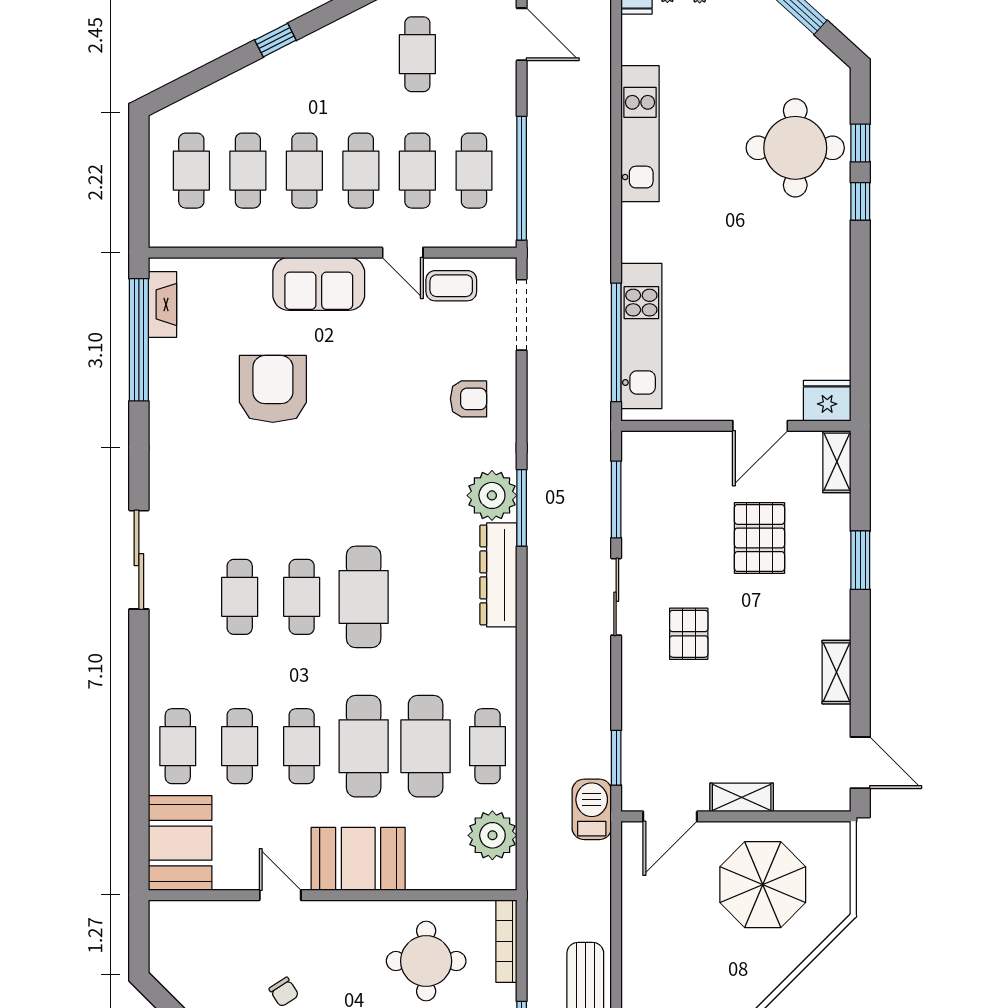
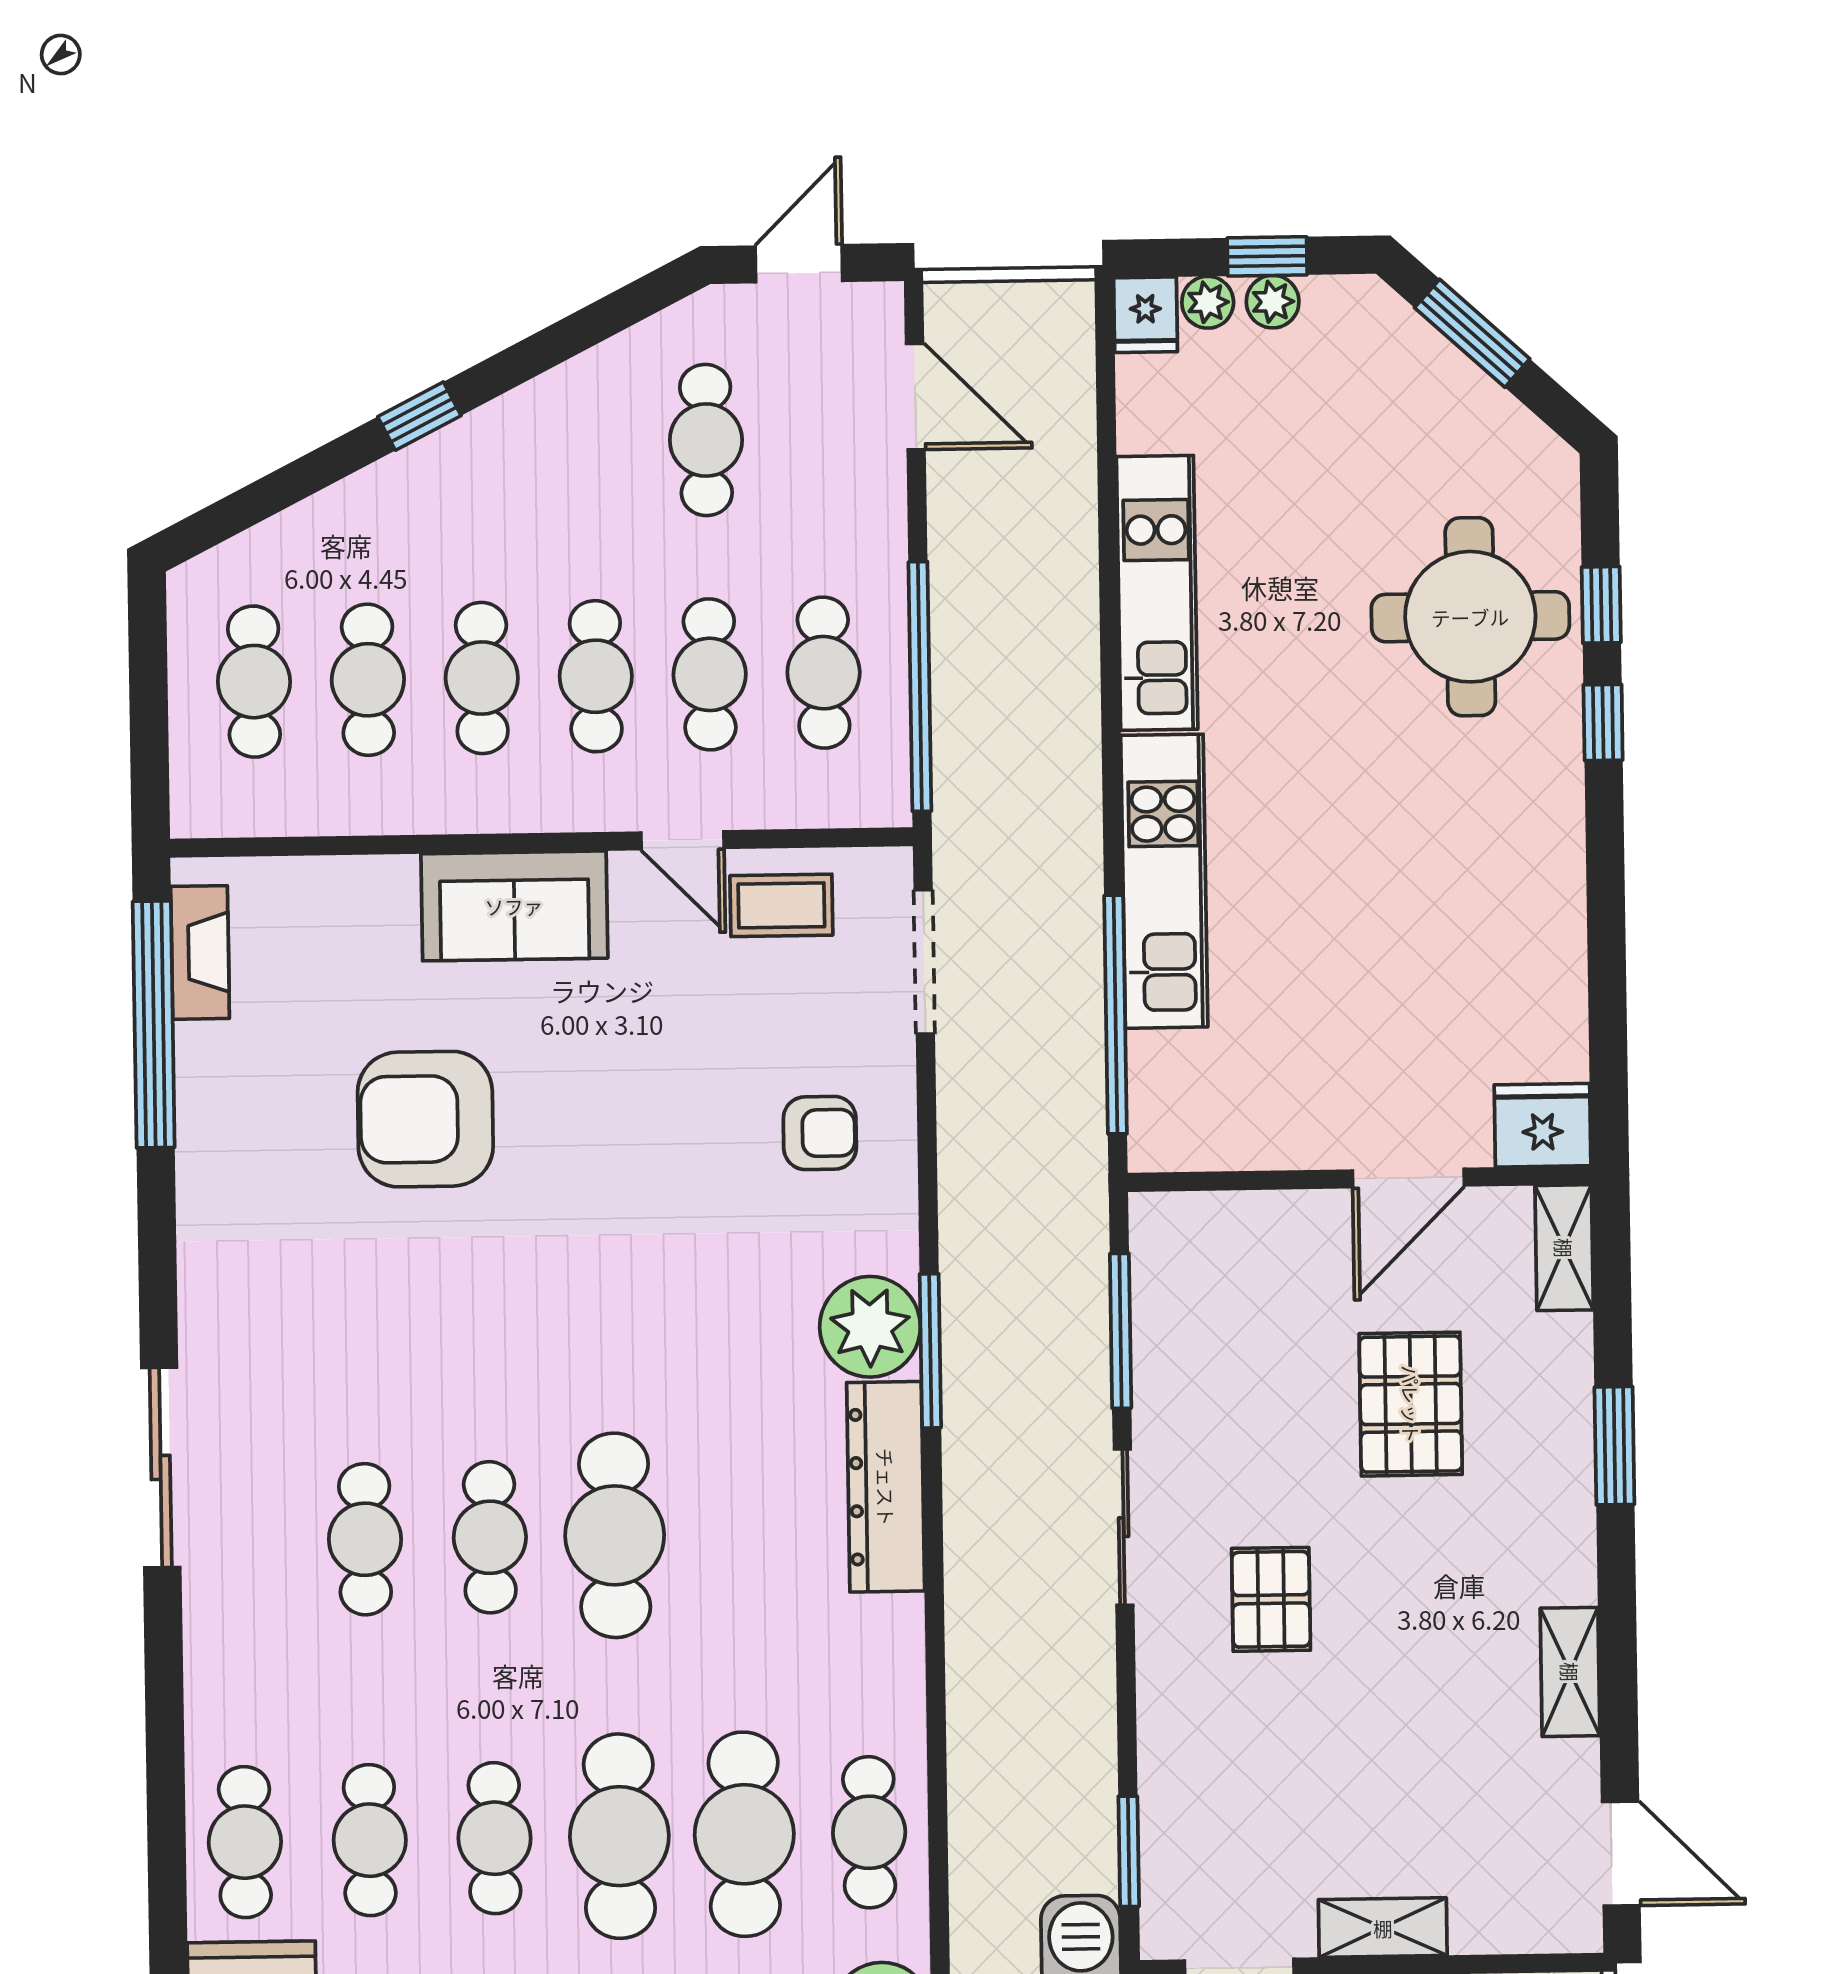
kitchen unit: (641, 336) -> (1164, 881), moved
armchair: (273, 389) -> (425, 1119), turned -90

